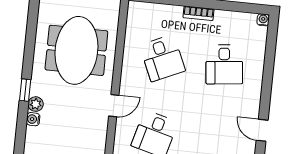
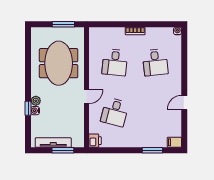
desk: (162, 58) -> (115, 62), turned 30
window: (25, 90) -> (28, 108), moved
door: (262, 130) -> (184, 103), hinge flipped

